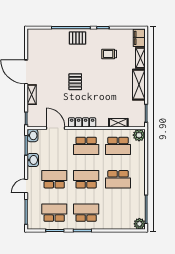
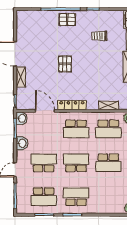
school desk: (54, 213) -> (44, 197), turned 180

